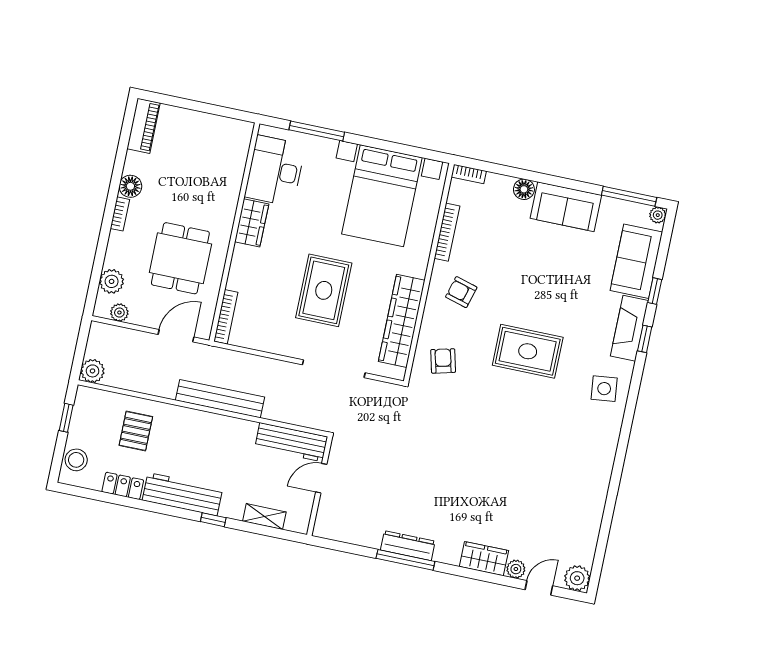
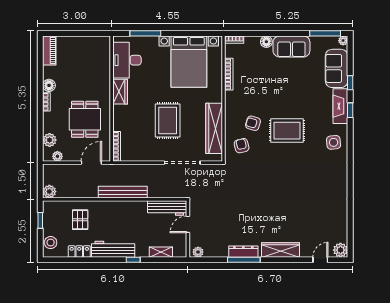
armchair: (461, 292) -> (253, 123), moved
wardrobe: (484, 559) -> (281, 250), width x1.50
plant: (516, 569) -> (198, 252), moved

